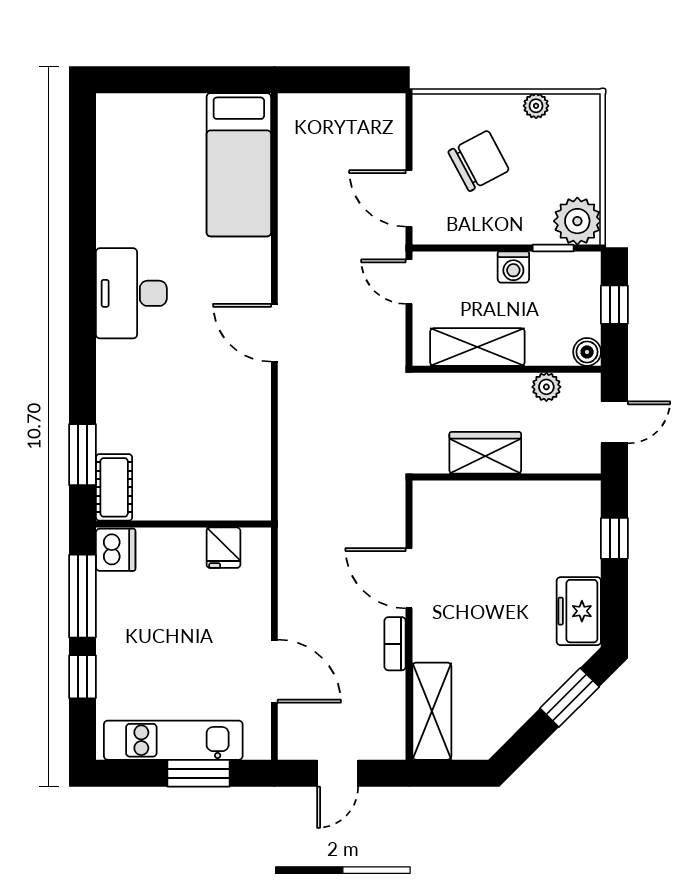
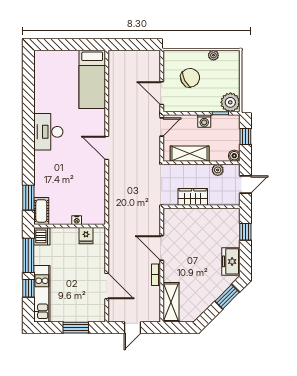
door: (409, 282) -> (162, 127), swing flipped
nightstand: (201, 510) -> (77, 220), added
kitchen unit: (173, 740) -> (42, 294), moved, turned 90

